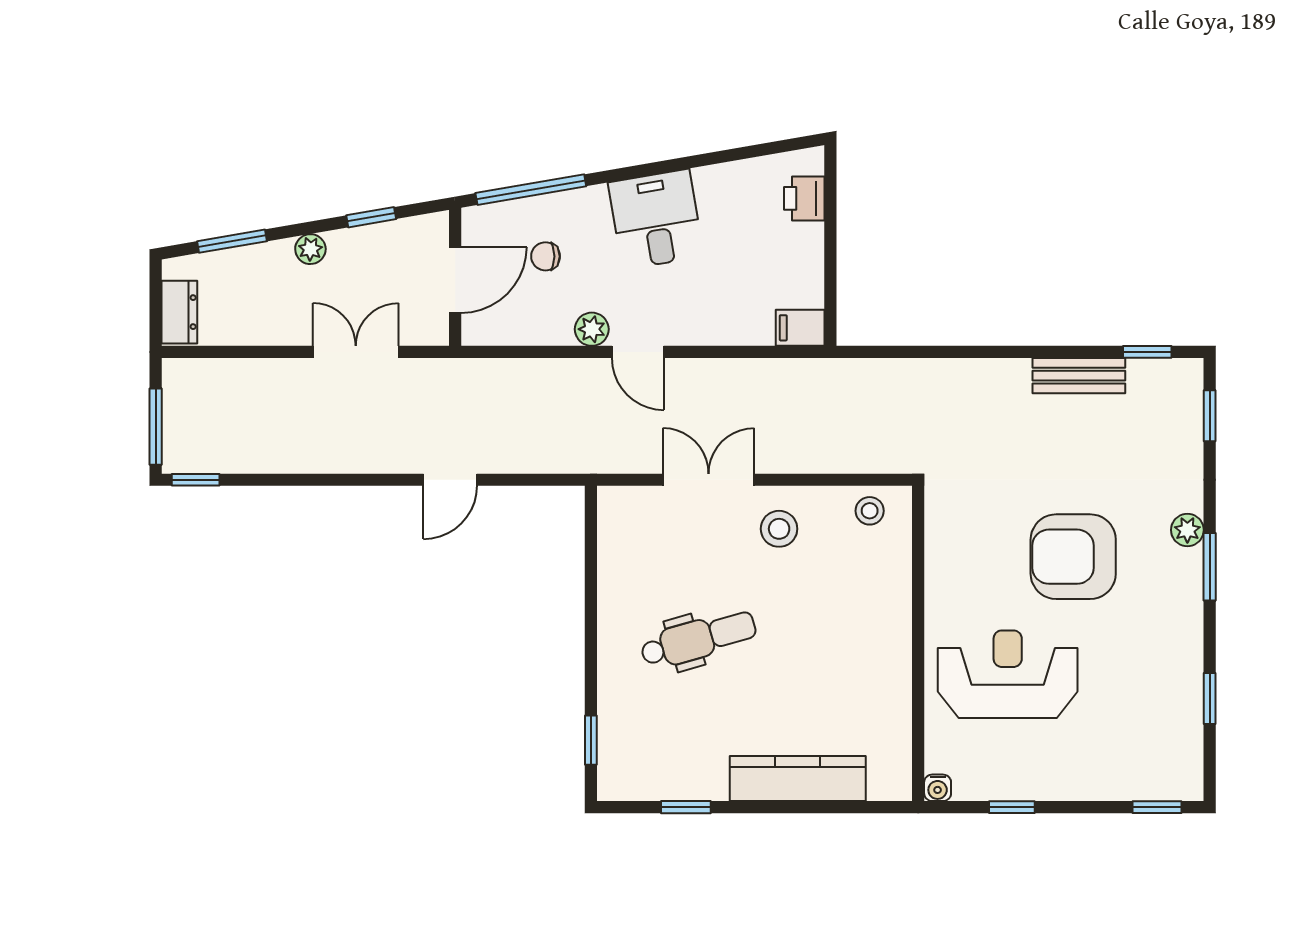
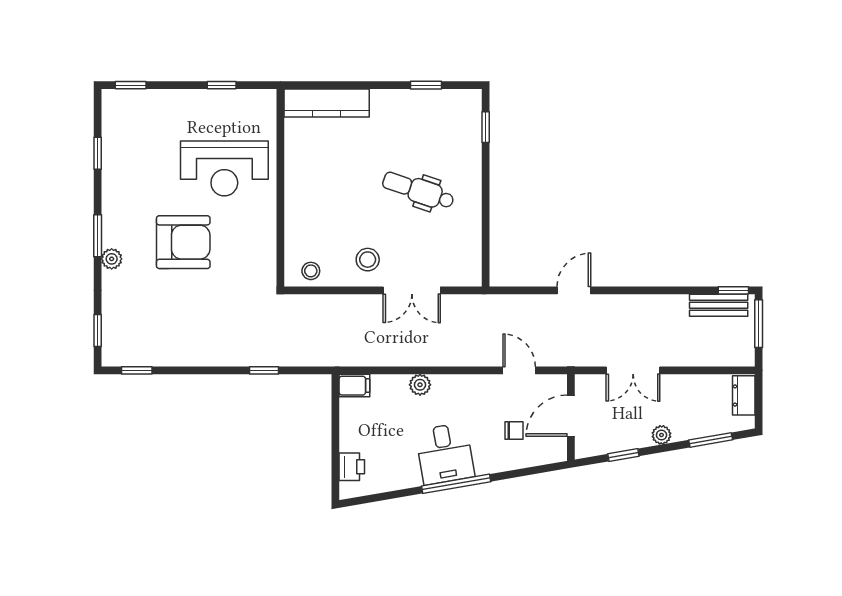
window: (531, 190) -> (456, 484), moved
plant: (592, 329) -> (420, 385), moved
door: (638, 352) -> (519, 370), moved
window: (944, 352) -> (264, 370), added
bench: (1079, 376) -> (719, 305), moved
dental chair: (698, 639) -> (418, 190), turned 35
kitchen counter: (798, 779) -> (327, 103), moved
water cooler: (938, 788) -> (268, 97), removed

